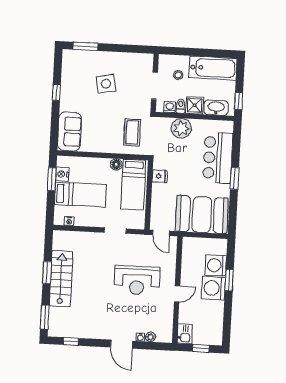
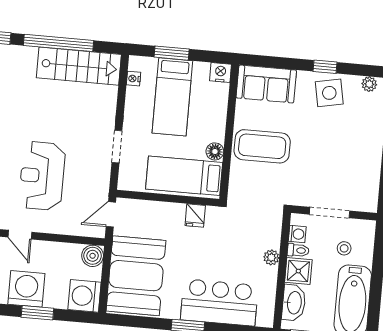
plant: (67, 62) -> (369, 84), added
side table: (106, 84) -> (329, 93), moved
plant: (181, 128) -> (271, 257), width x0.53, depth x0.53
coffee table: (132, 132) -> (262, 146), moved, width x1.36, depth x1.32
nightstand: (62, 174) -> (220, 73), moved
window: (52, 179) -> (172, 53), moved
boiler: (189, 244) -> (93, 256), added
washing machine: (216, 265) -> (84, 296), moved, turned -90
window: (47, 273) -> (58, 43), width x2.11
stairs: (61, 279) -> (79, 66), moved

